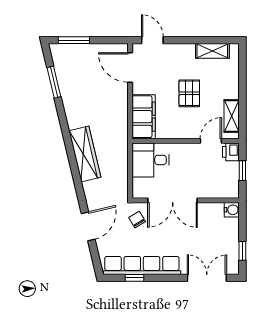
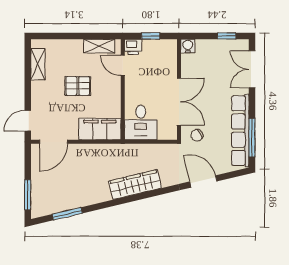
window: (134, 278) -> (252, 138), width x2.17

